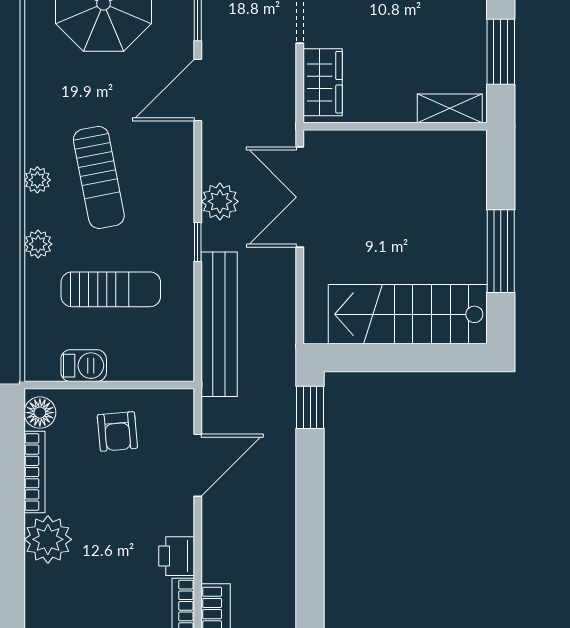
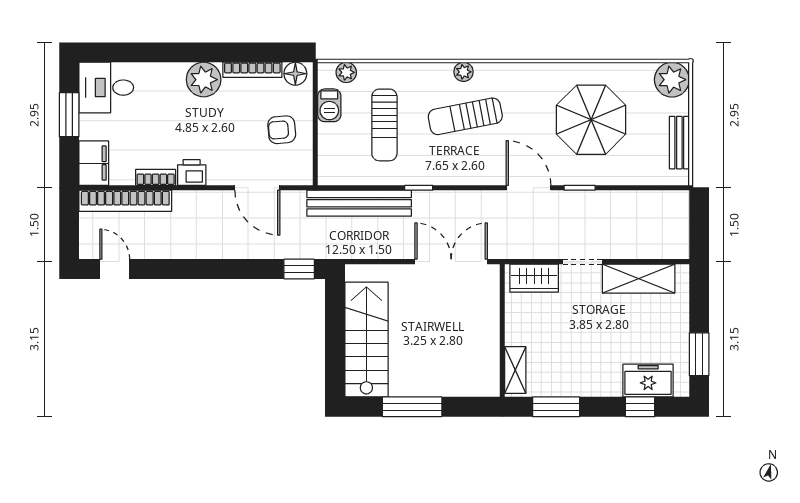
plant: (220, 201) -> (448, 204), removed
plant: (38, 244) -> (346, 72), moved

